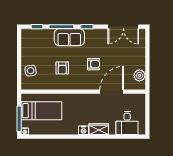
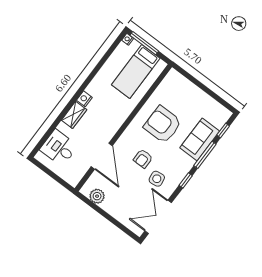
sofa: (69, 37) -> (200, 139), moved
armchair: (62, 68) -> (163, 125), width x1.88, depth x1.88
side table: (31, 71) -> (157, 179), moved

